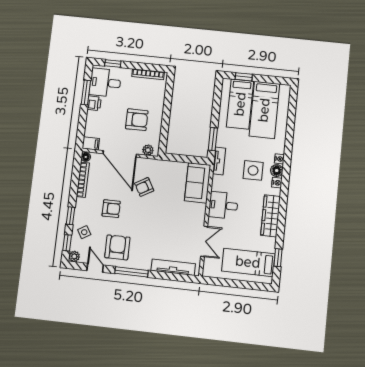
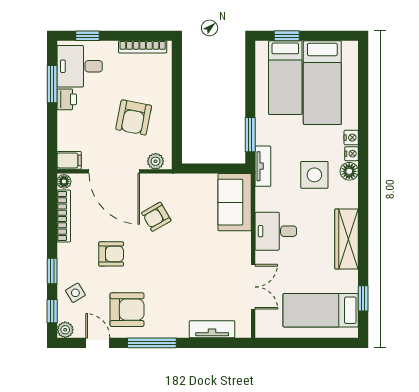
armchair: (137, 120) -> (134, 117), turned 101
nightstand: (277, 183) -> (351, 138), moved
armchair: (117, 247) -> (127, 310), turned 90
tv unit: (173, 267) -> (212, 329), width x0.71

